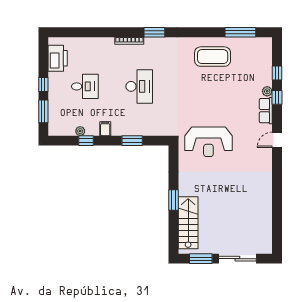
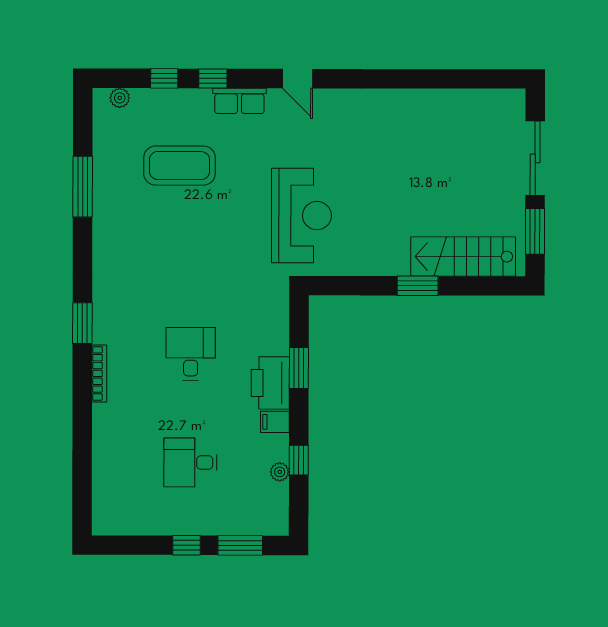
window: (240, 32) -> (83, 187), moved
coffee table: (213, 57) -> (179, 166), moved, turned 90
printer: (58, 58) -> (270, 383), moved, turned -90
desk: (85, 86) -> (190, 462), turned -90
desk: (139, 86) -> (191, 354), width x0.73
plant: (267, 91) -> (120, 98), moved

